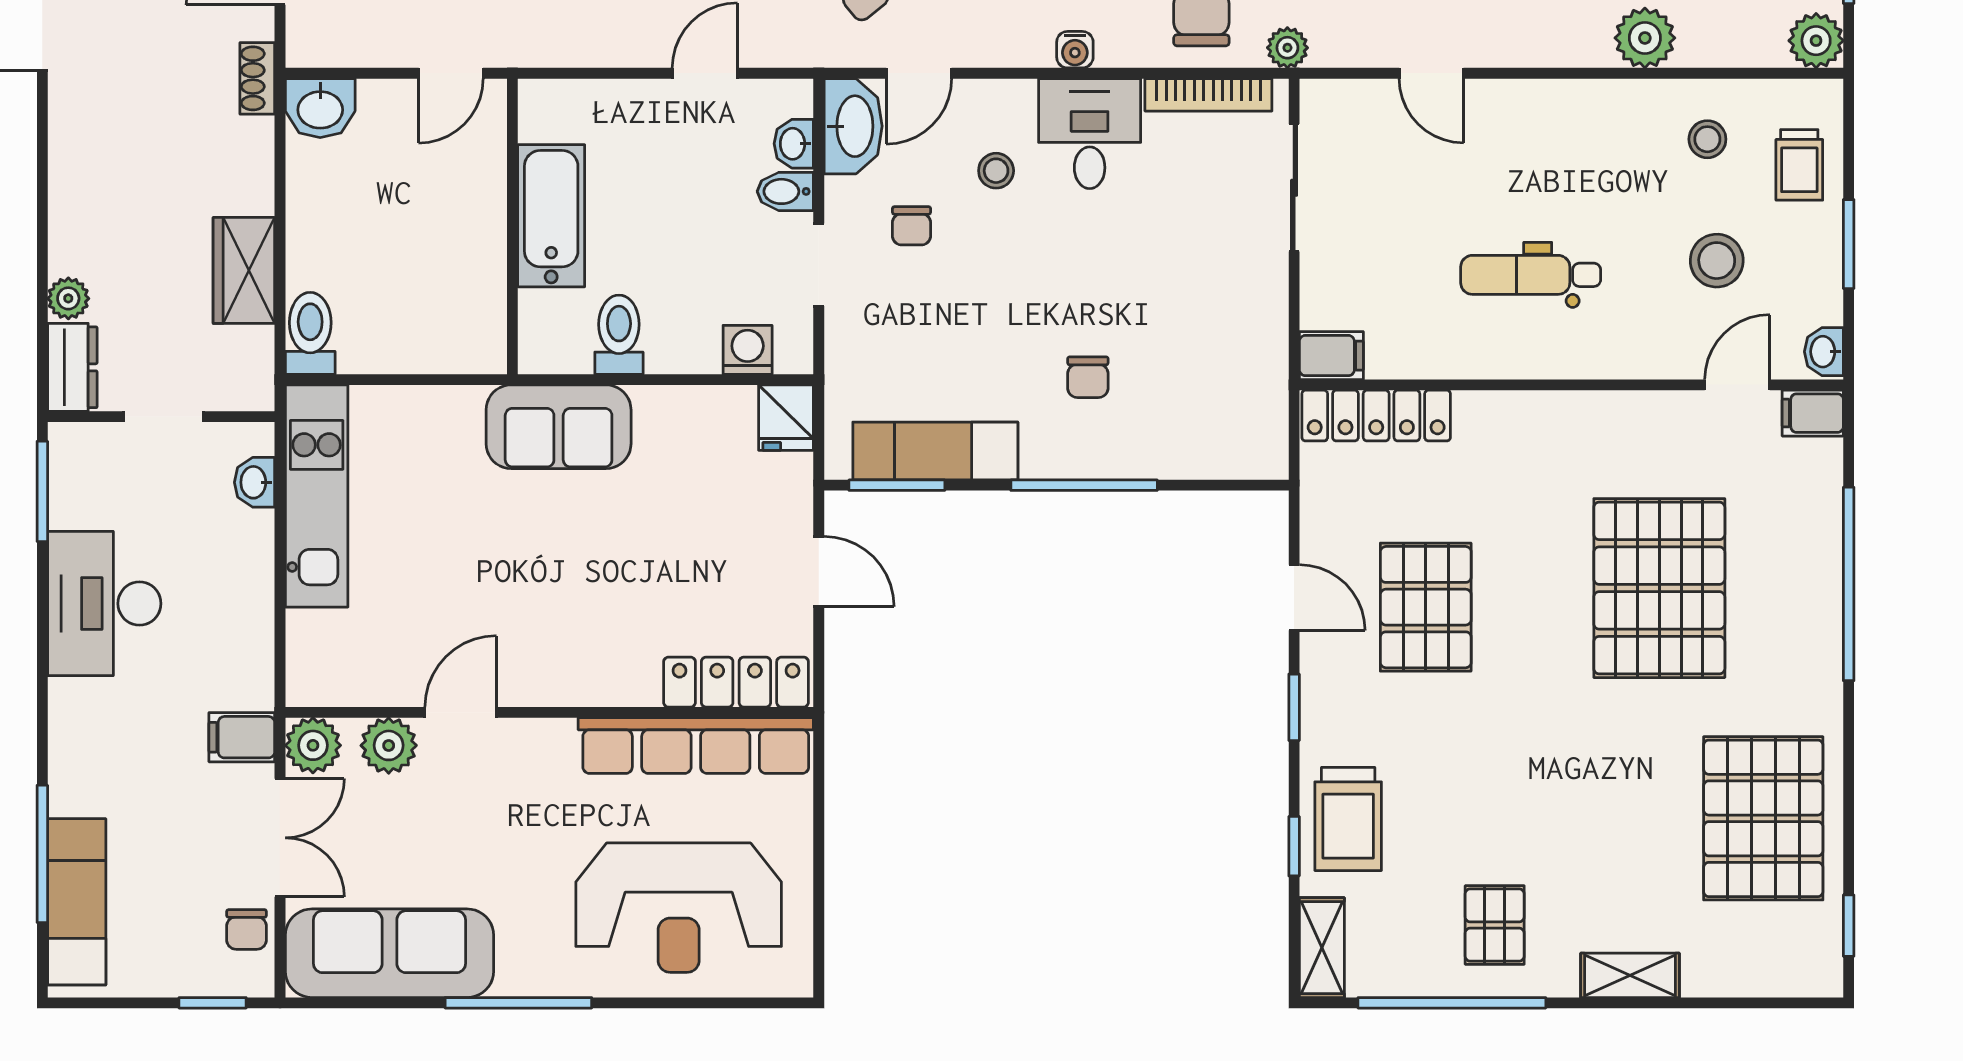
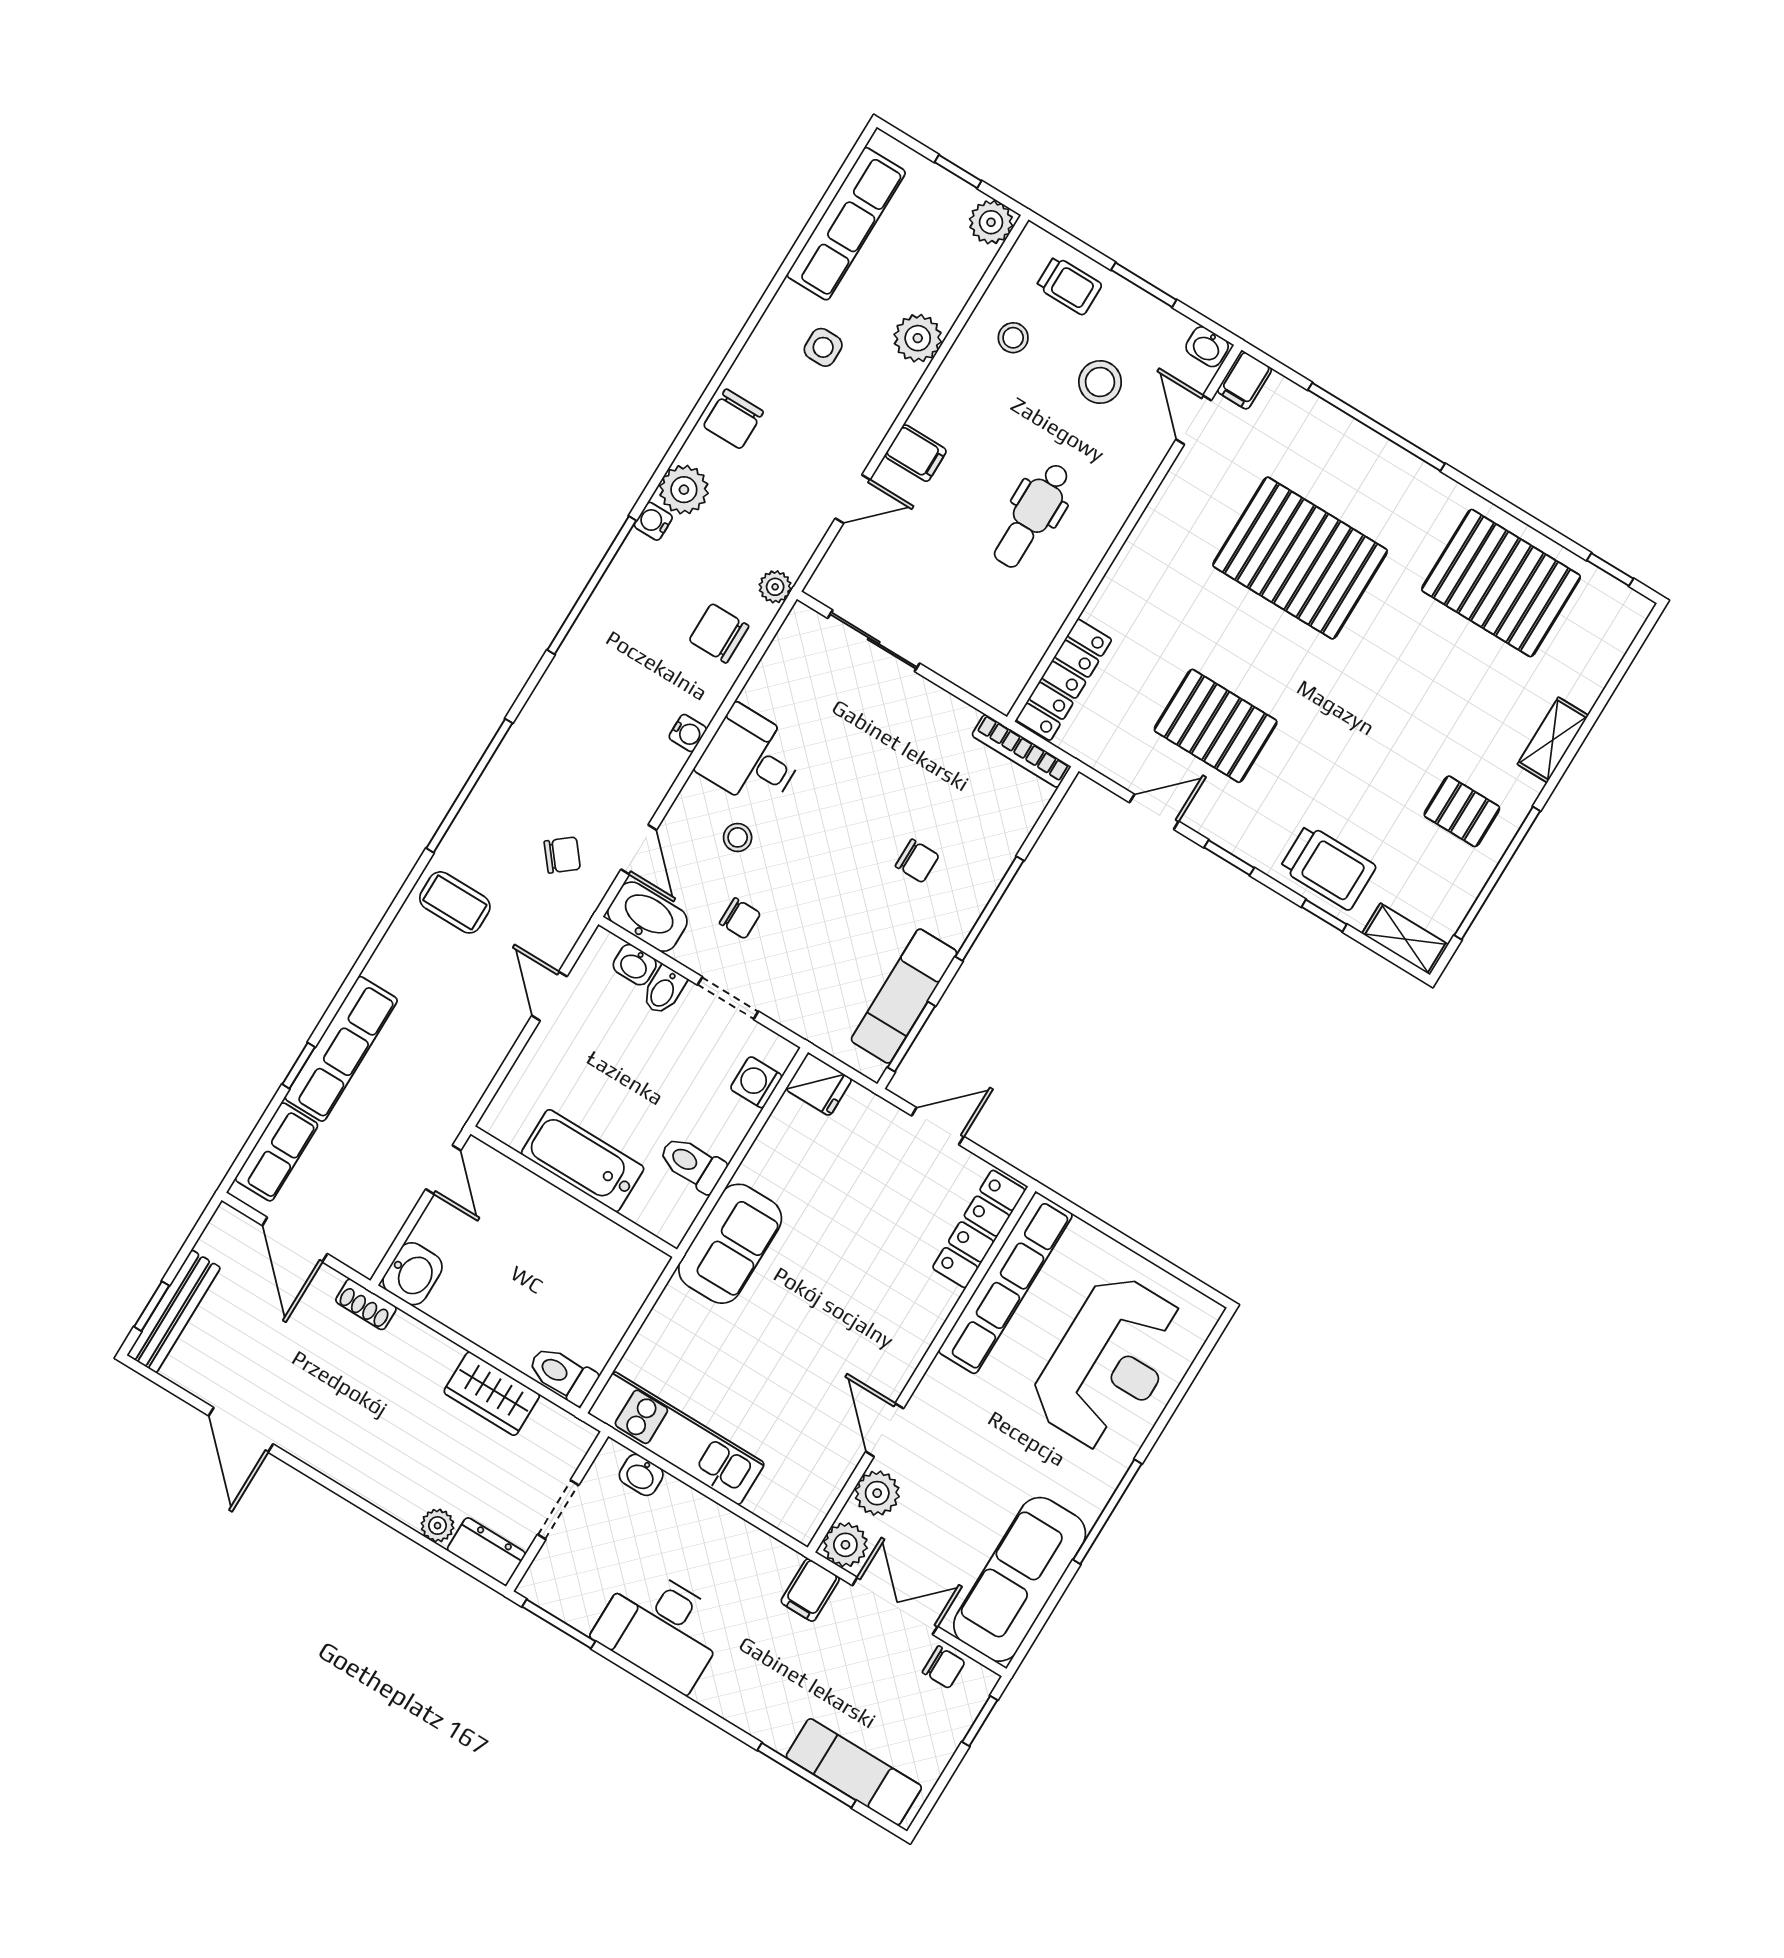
bookcase: (1208, 95) -> (1021, 751), moved, turned 90
filing cabinet: (1331, 356) -> (916, 453), moved, turned 90

